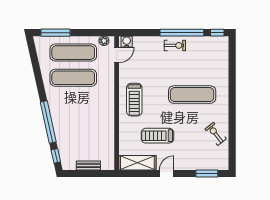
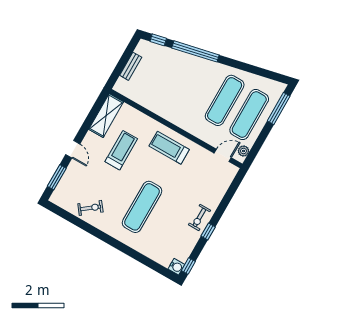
window: (182, 33) -> (208, 232), width x0.32
water cooler: (127, 42) -> (176, 267), moved
door: (117, 55) -> (223, 155), swing flipped
door: (167, 174) -> (73, 149), moved

